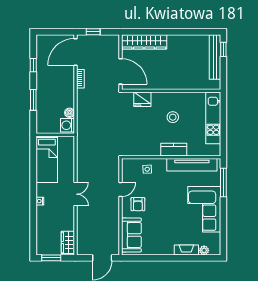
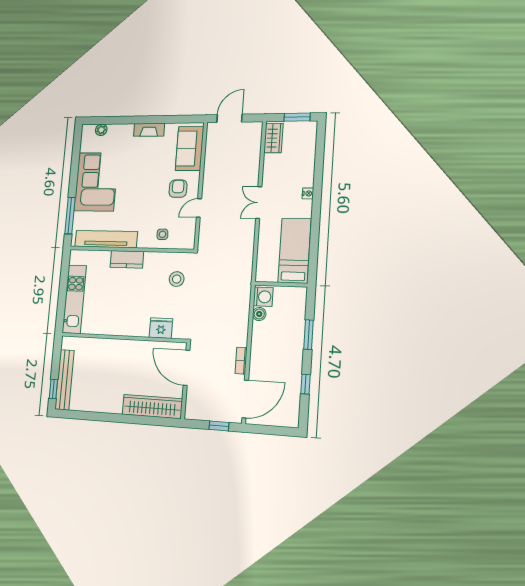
stool: (173, 117) -> (177, 279), moved
fireplace: (186, 250) -> (149, 130), moved

